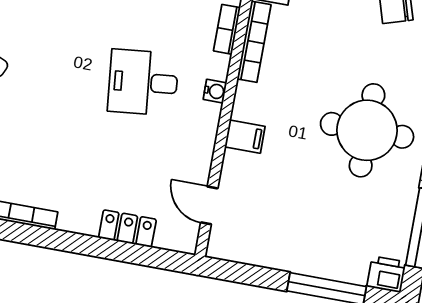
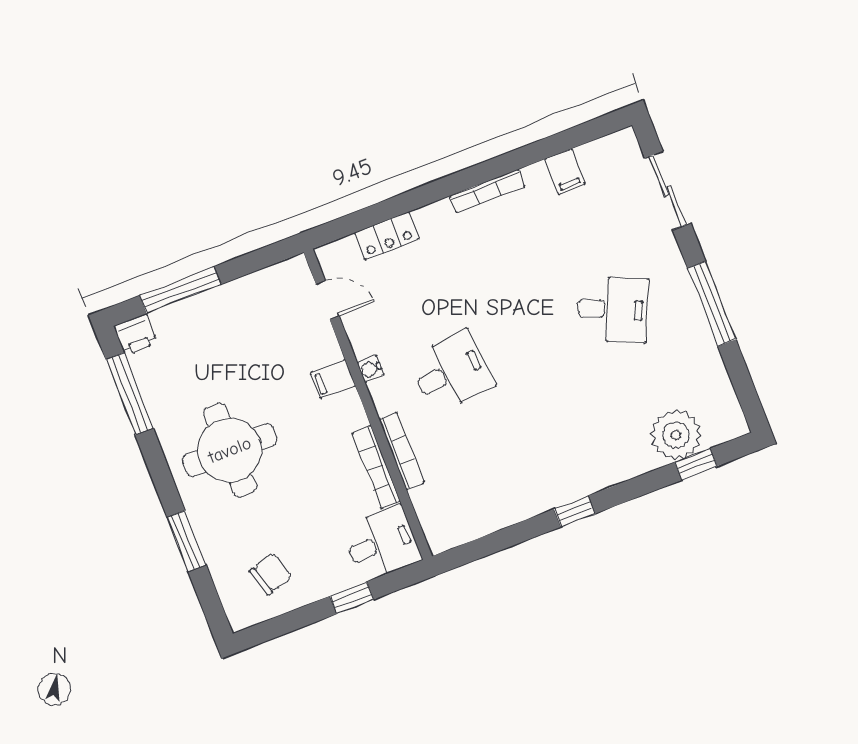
bookcase: (227, 29) -> (401, 451), width x1.56
water cooler: (215, 91) -> (371, 369), moved

